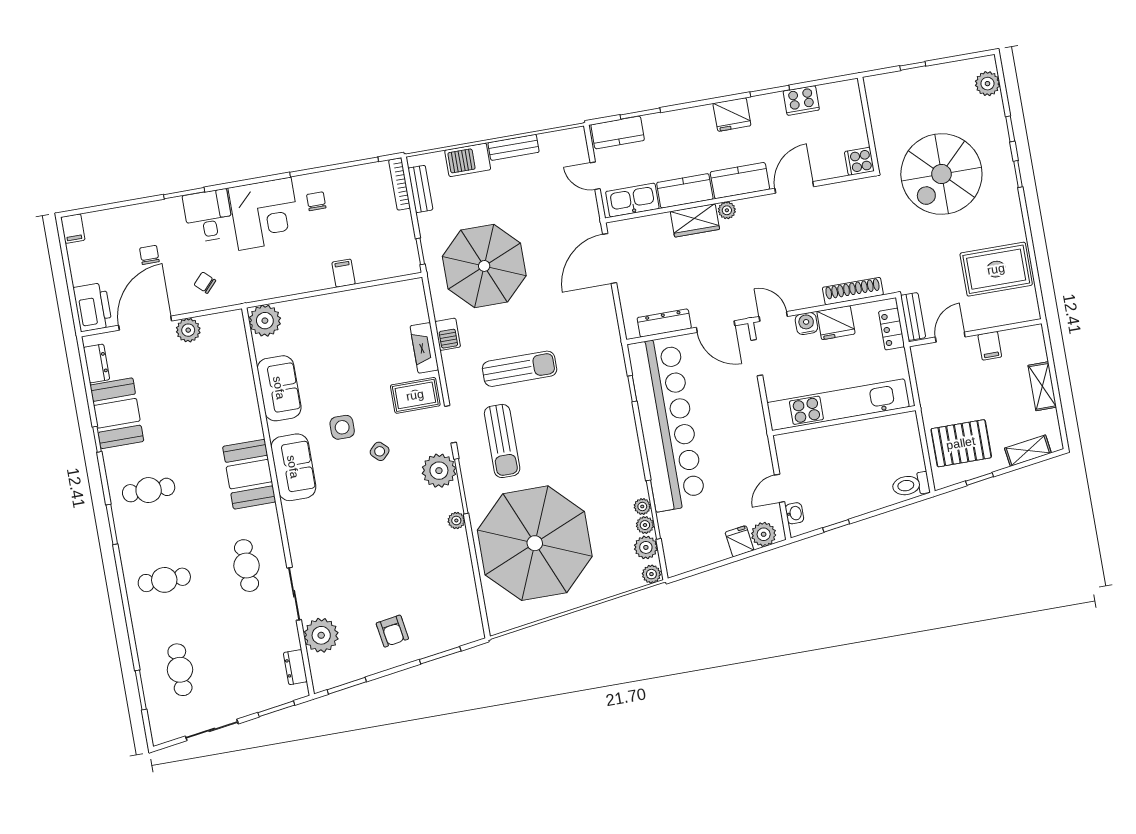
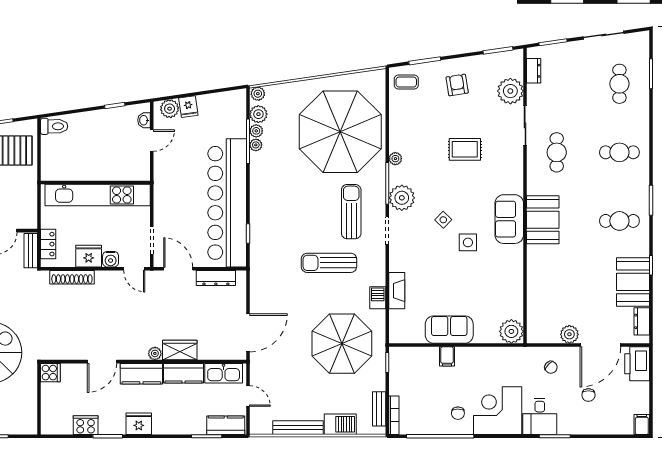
bench: (514, 147) -> (298, 428), width x1.36
sofa: (279, 388) -> (449, 330), moved, turned 90
rug: (415, 395) -> (465, 149), moved
coffee table: (460, 623) -> (406, 82), added

